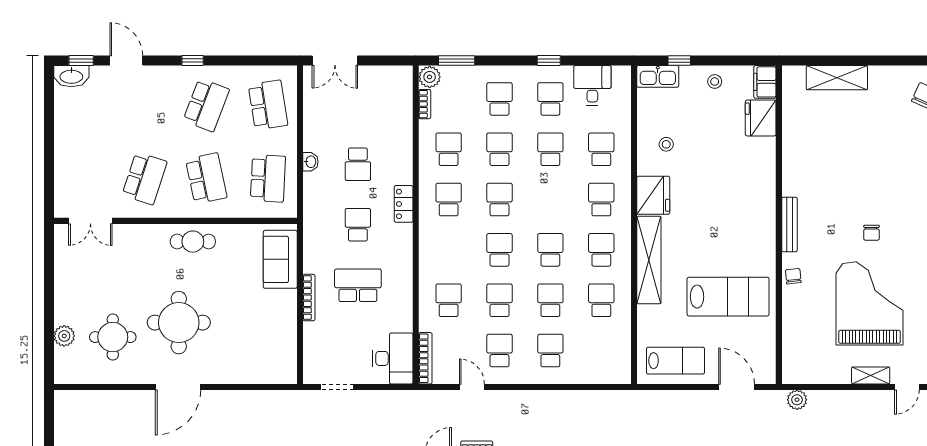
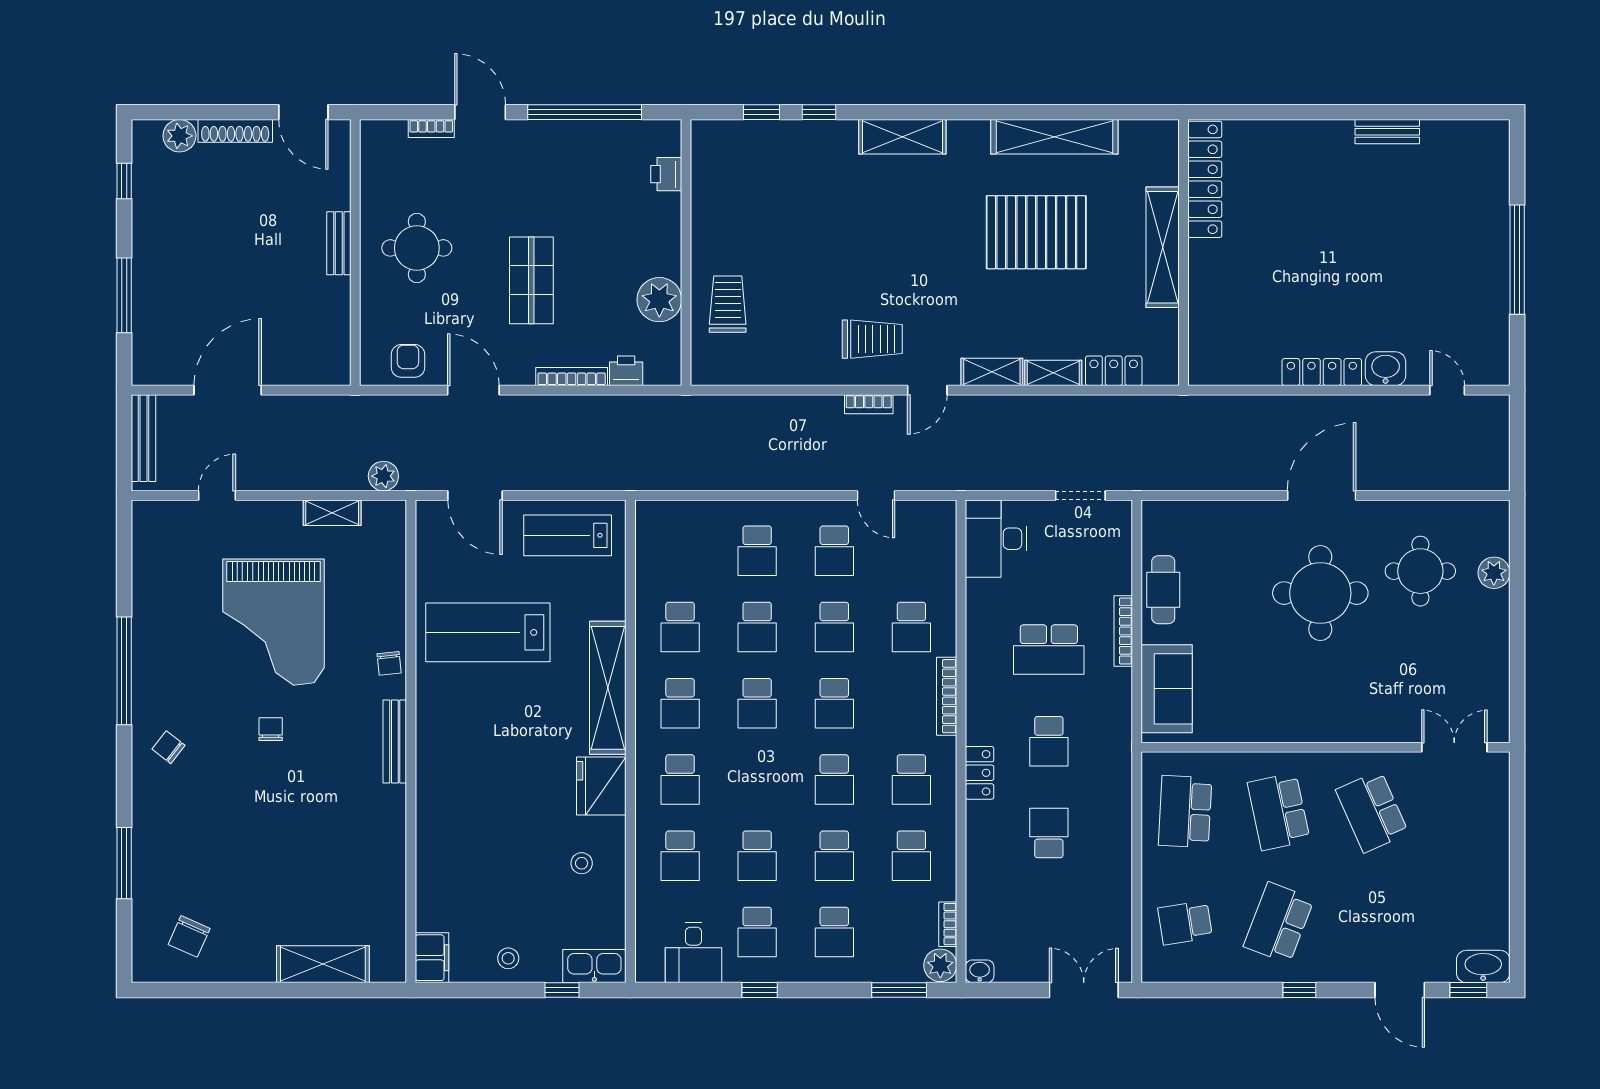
school desk: (268, 105) -> (1185, 923), width x0.54
fridge: (761, 118) -> (438, 903), removed
washbasin: (310, 162) -> (980, 971), moved, turned 90
school desk: (145, 178) -> (1372, 812), turned -42
cafe table: (193, 242) -> (1163, 590), moved, turned 90
bookcase: (425, 358) -> (947, 696), moved
shelving: (871, 376) -> (332, 513), moved

